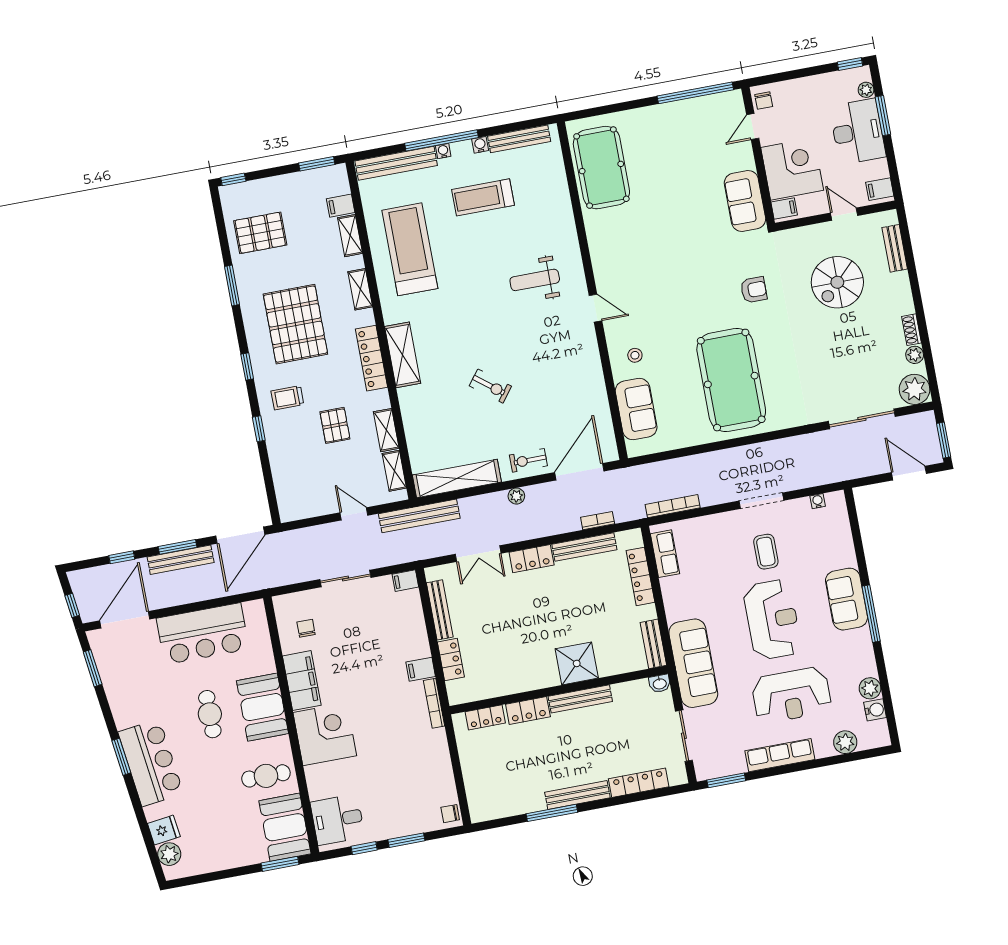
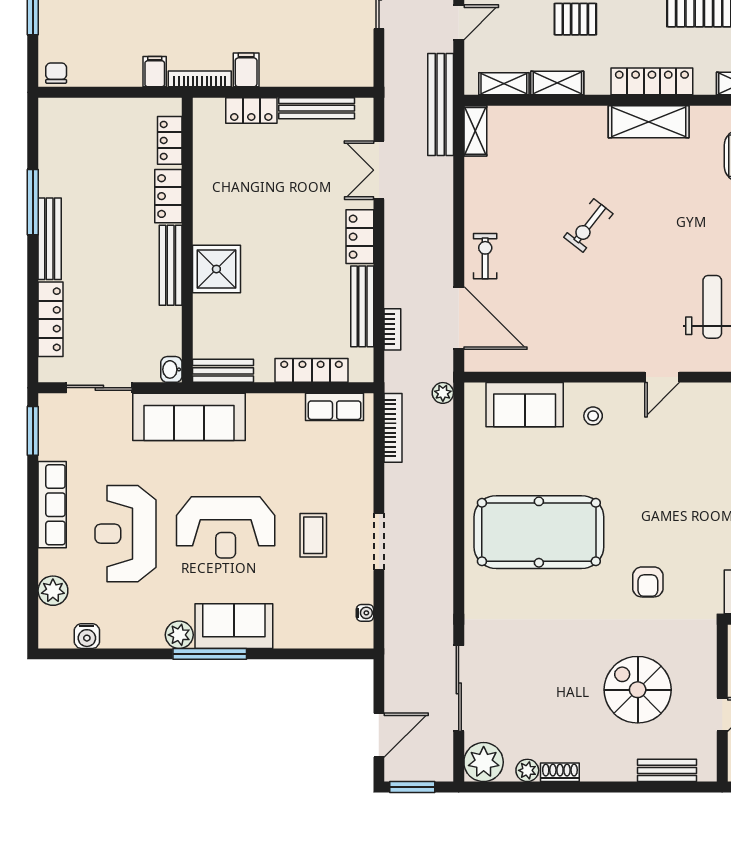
shelving: (457, 478) -> (475, 131), width x0.45, depth x0.75
plant: (516, 496) -> (443, 393), moved
coffee table: (766, 552) -> (313, 535), turned 90
filing cabinet: (405, 581) -> (155, 72), moved
plant: (870, 688) -> (179, 635), moved

